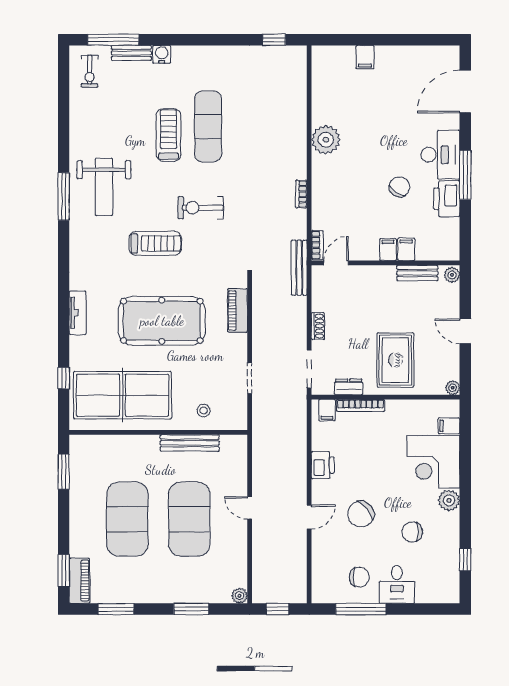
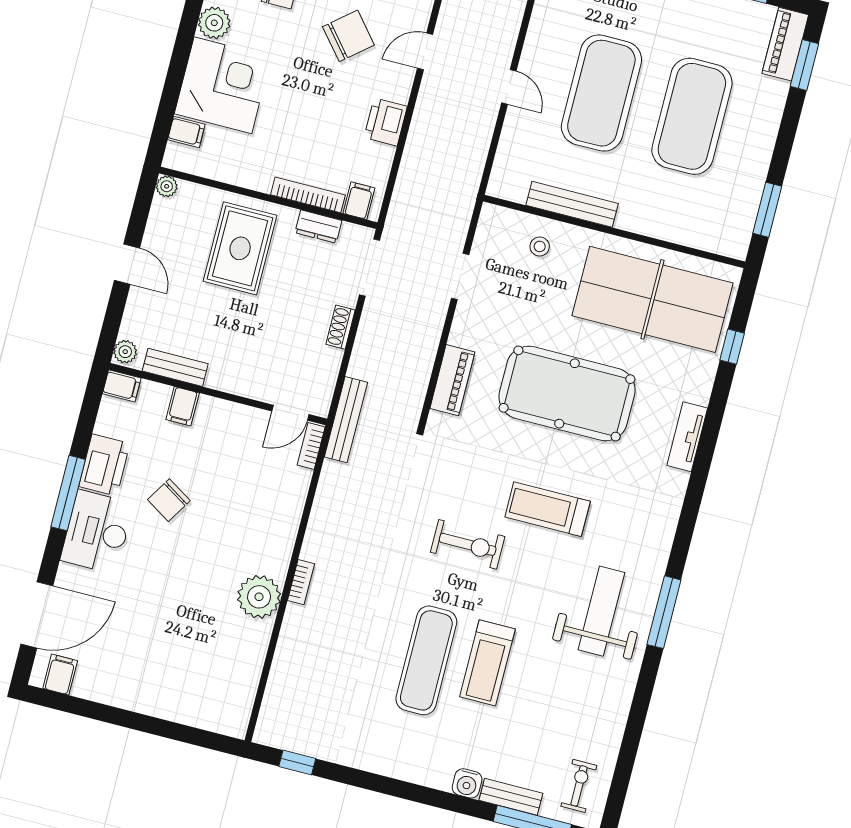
filing cabinet: (365, 57) -> (60, 675), moved
bookcase: (301, 194) -> (301, 582), moved
filing cabinet: (388, 250) -> (122, 386), moved, turned -90

